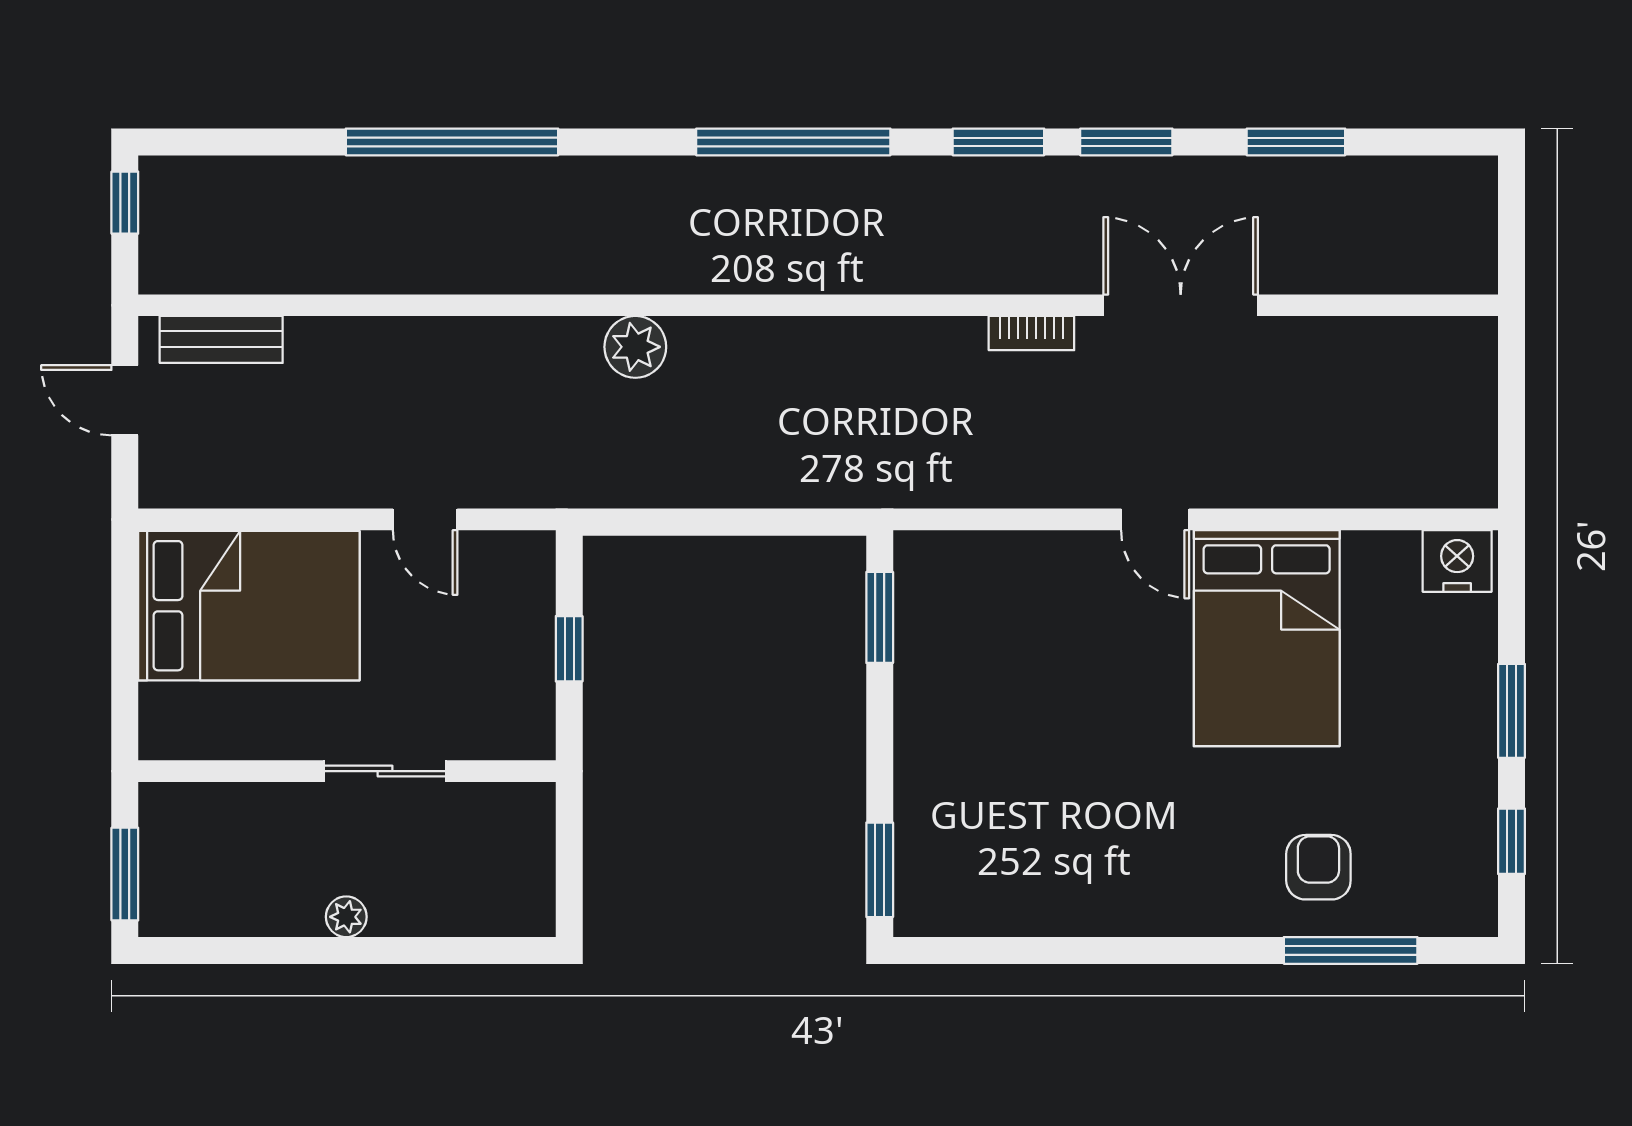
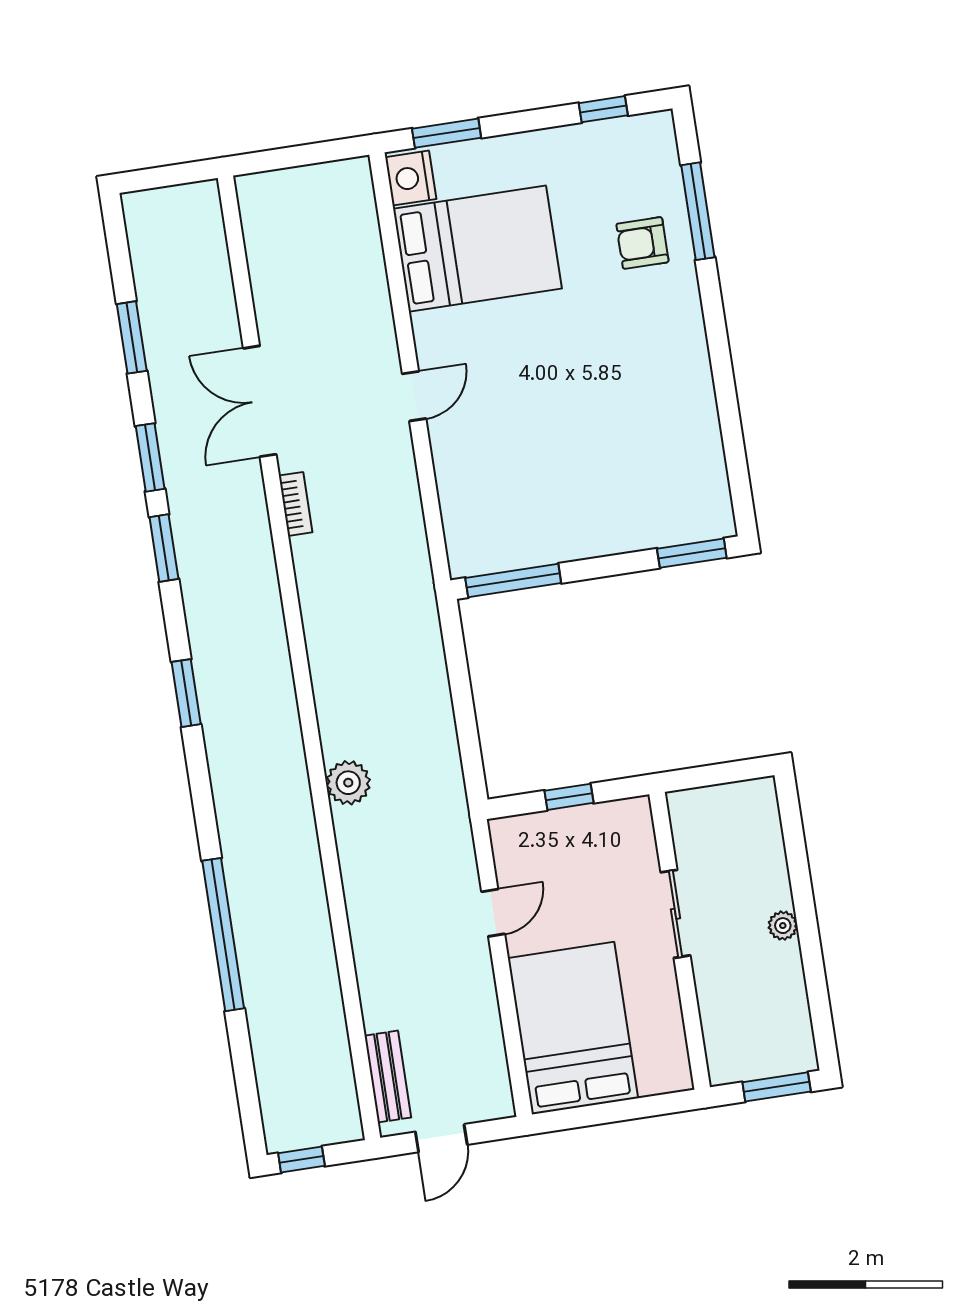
window: (793, 142) -> (186, 693), width x0.47
window: (880, 617) -> (513, 580), width x1.44
bed: (1267, 638) -> (477, 249), moved
window: (1512, 711) -> (447, 133), moved

